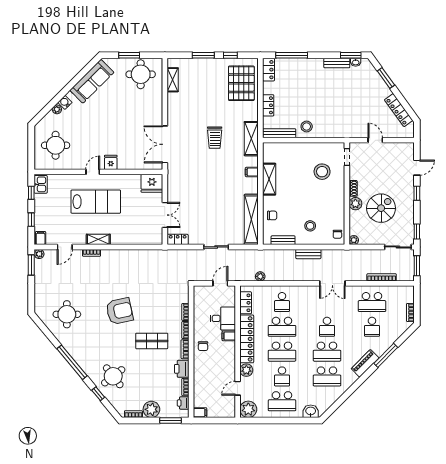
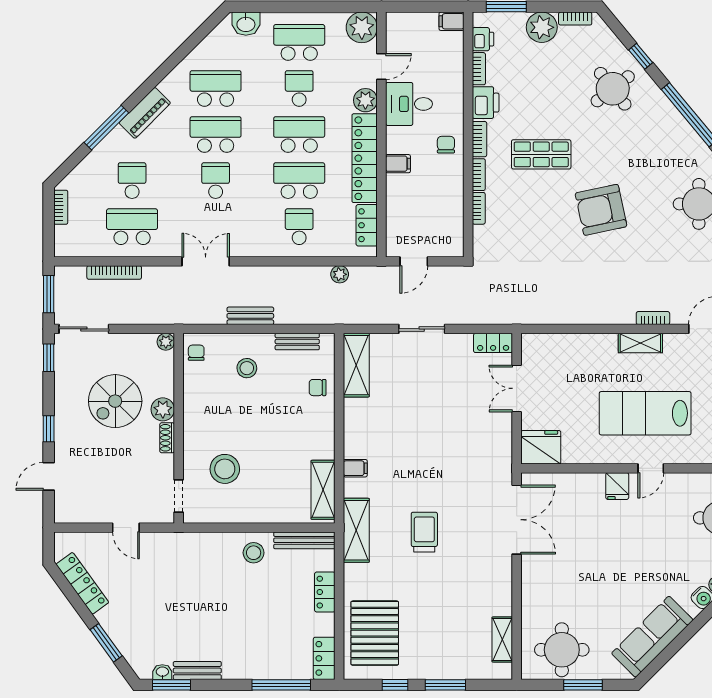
shelving: (269, 179) -> (323, 490), moved
shelving: (251, 219) -> (356, 365), width x0.68
desk: (223, 318) -> (409, 104), moved

